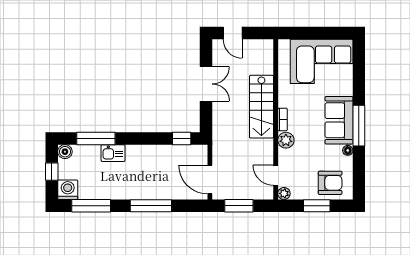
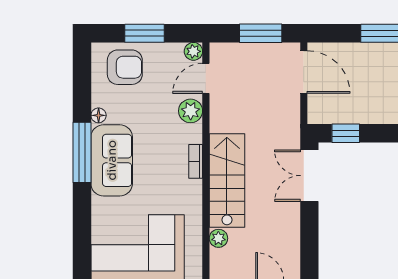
plant: (267, 68) -> (218, 238), added
double door: (206, 84) -> (309, 176), moved
plant: (286, 140) -> (191, 111), moved
door: (276, 175) -> (206, 78), swing flipped
armchair: (330, 183) -> (125, 67), turned 180

